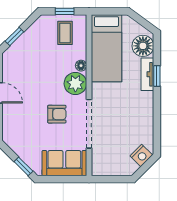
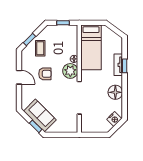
coffee table: (65, 33) -> (40, 48), moved
floor lamp: (143, 46) -> (115, 92), moved
armchair: (57, 114) -> (45, 74), moved
sofa: (64, 163) -> (40, 115), moved, turned 45

